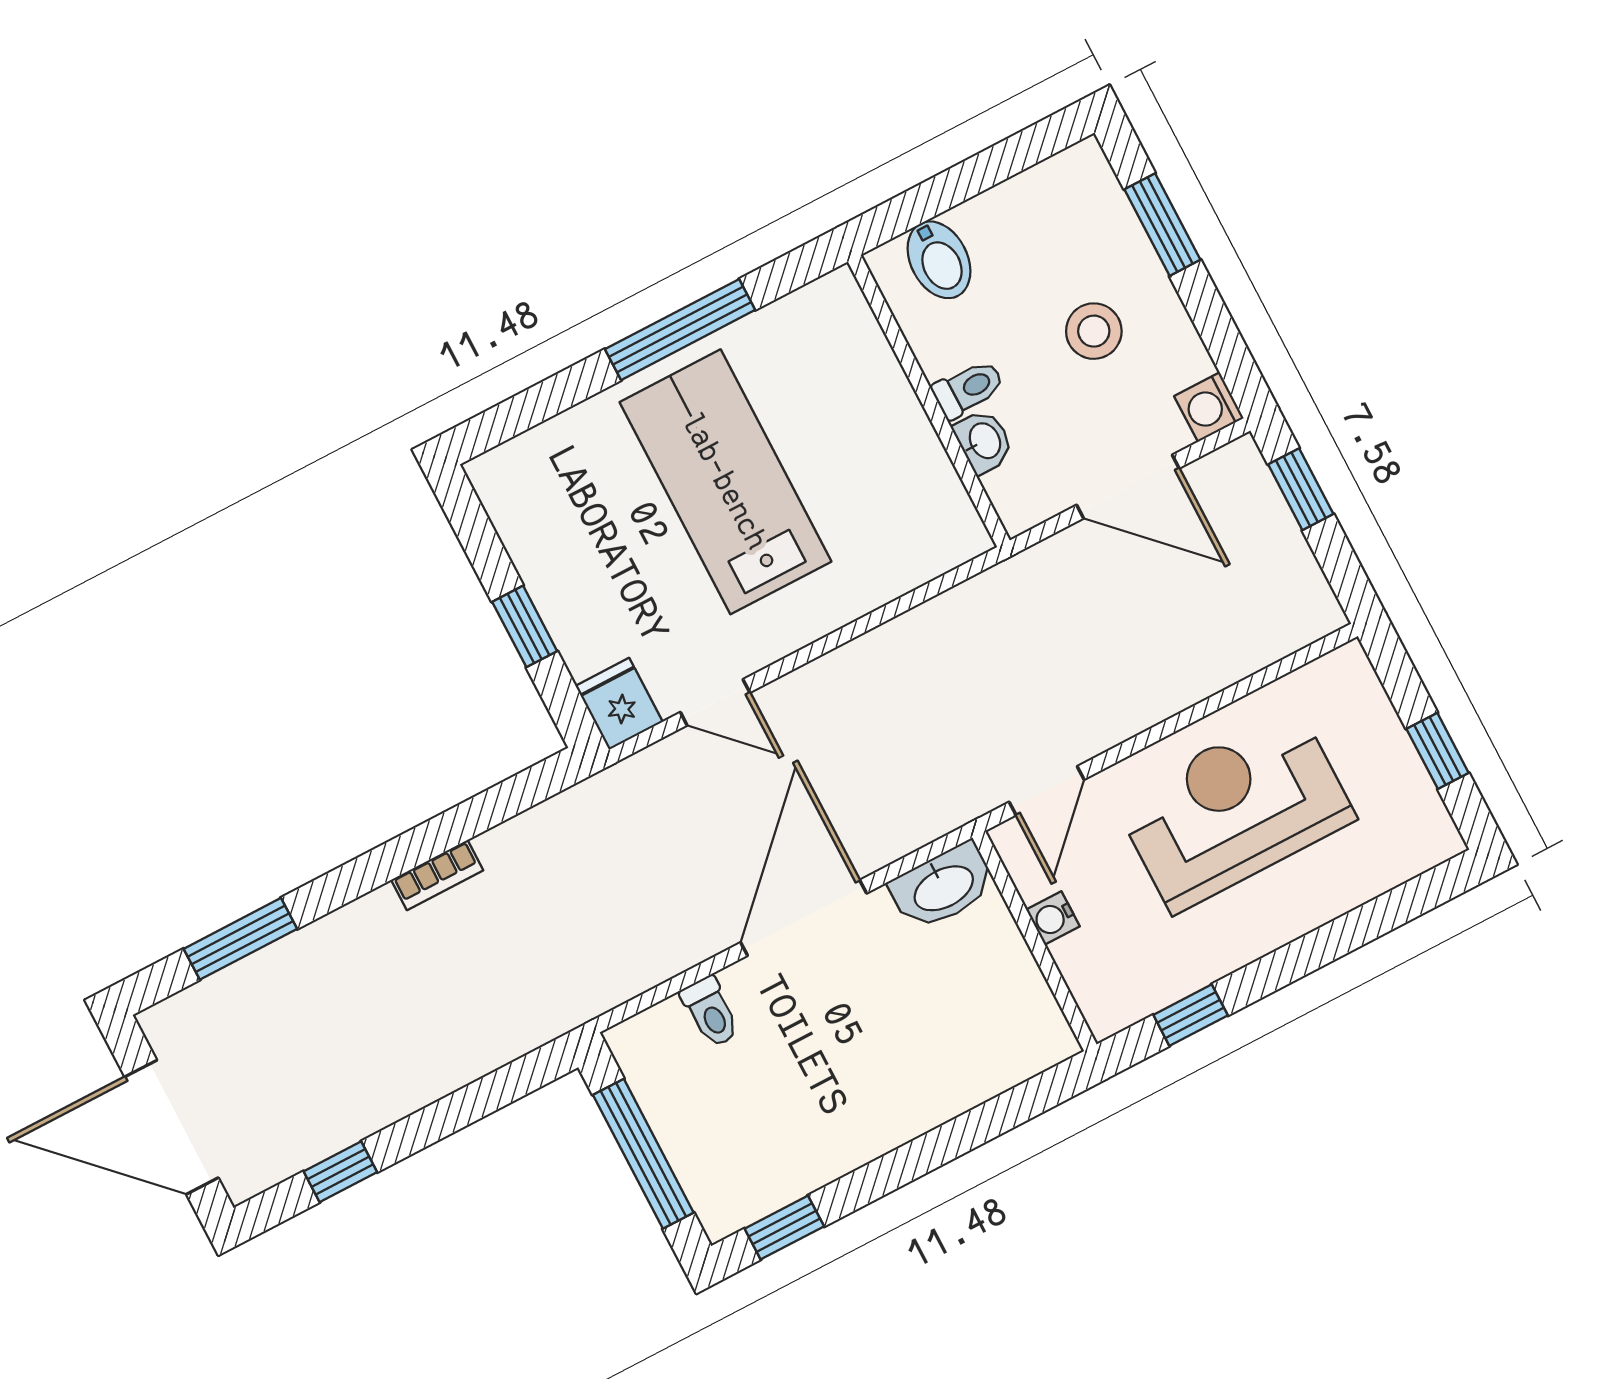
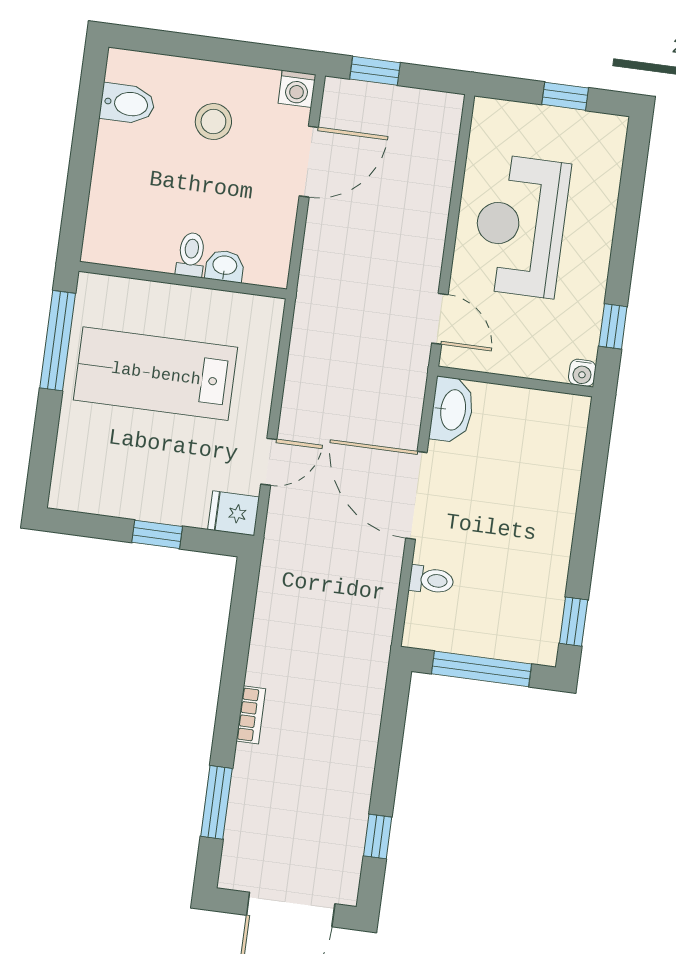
window: (1162, 225) -> (183, 45), removed
bidet: (939, 260) -> (127, 104), moved
toilet: (968, 389) -> (191, 255), moved
wall: (929, 401) -> (183, 280), moved
washbasin: (984, 441) -> (225, 266), moved
bookcase: (437, 875) -> (251, 715), moved
water cooler: (1053, 918) -> (582, 373), moved

